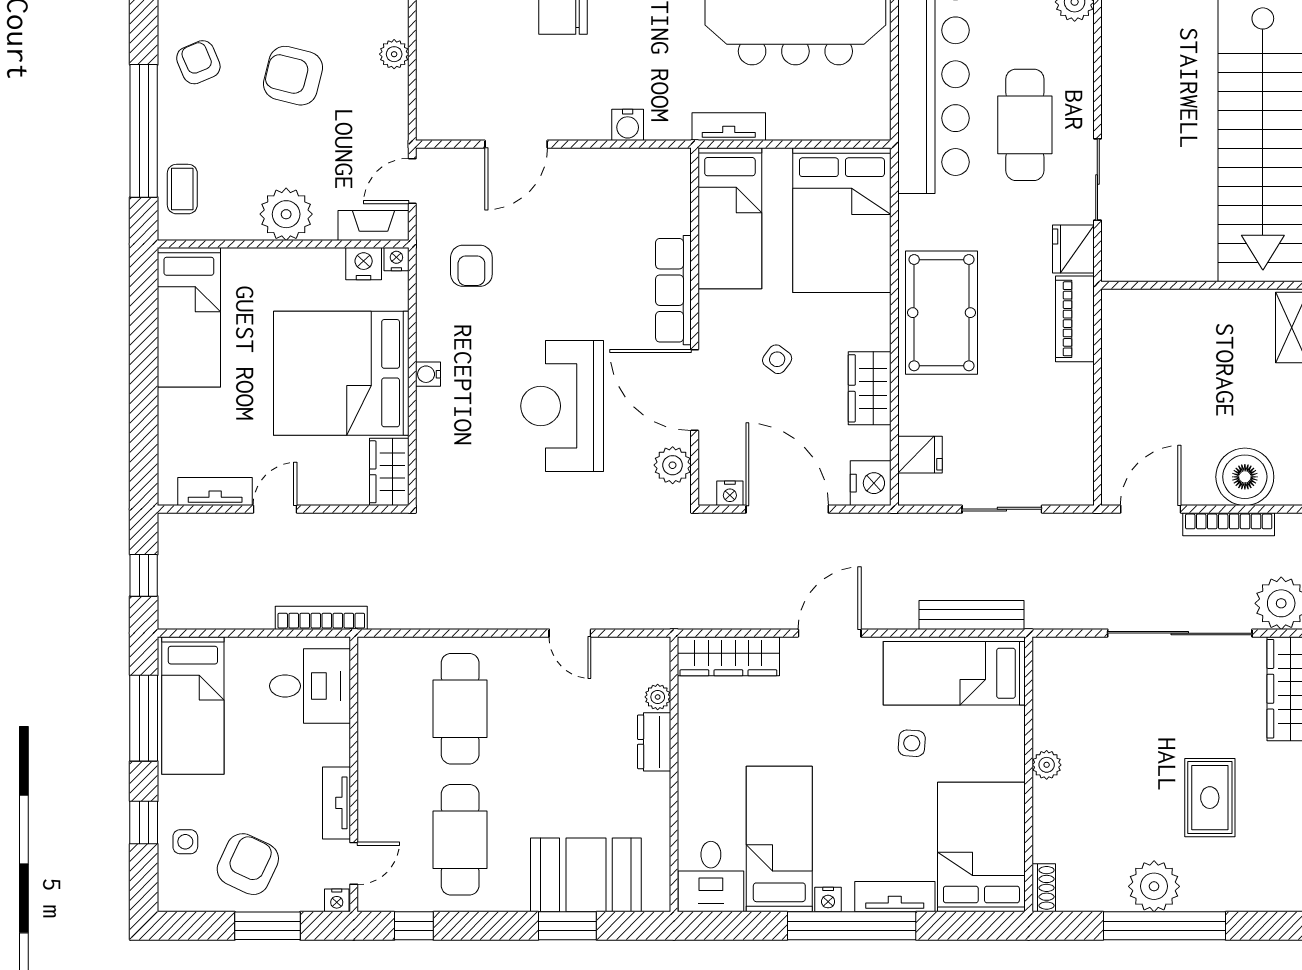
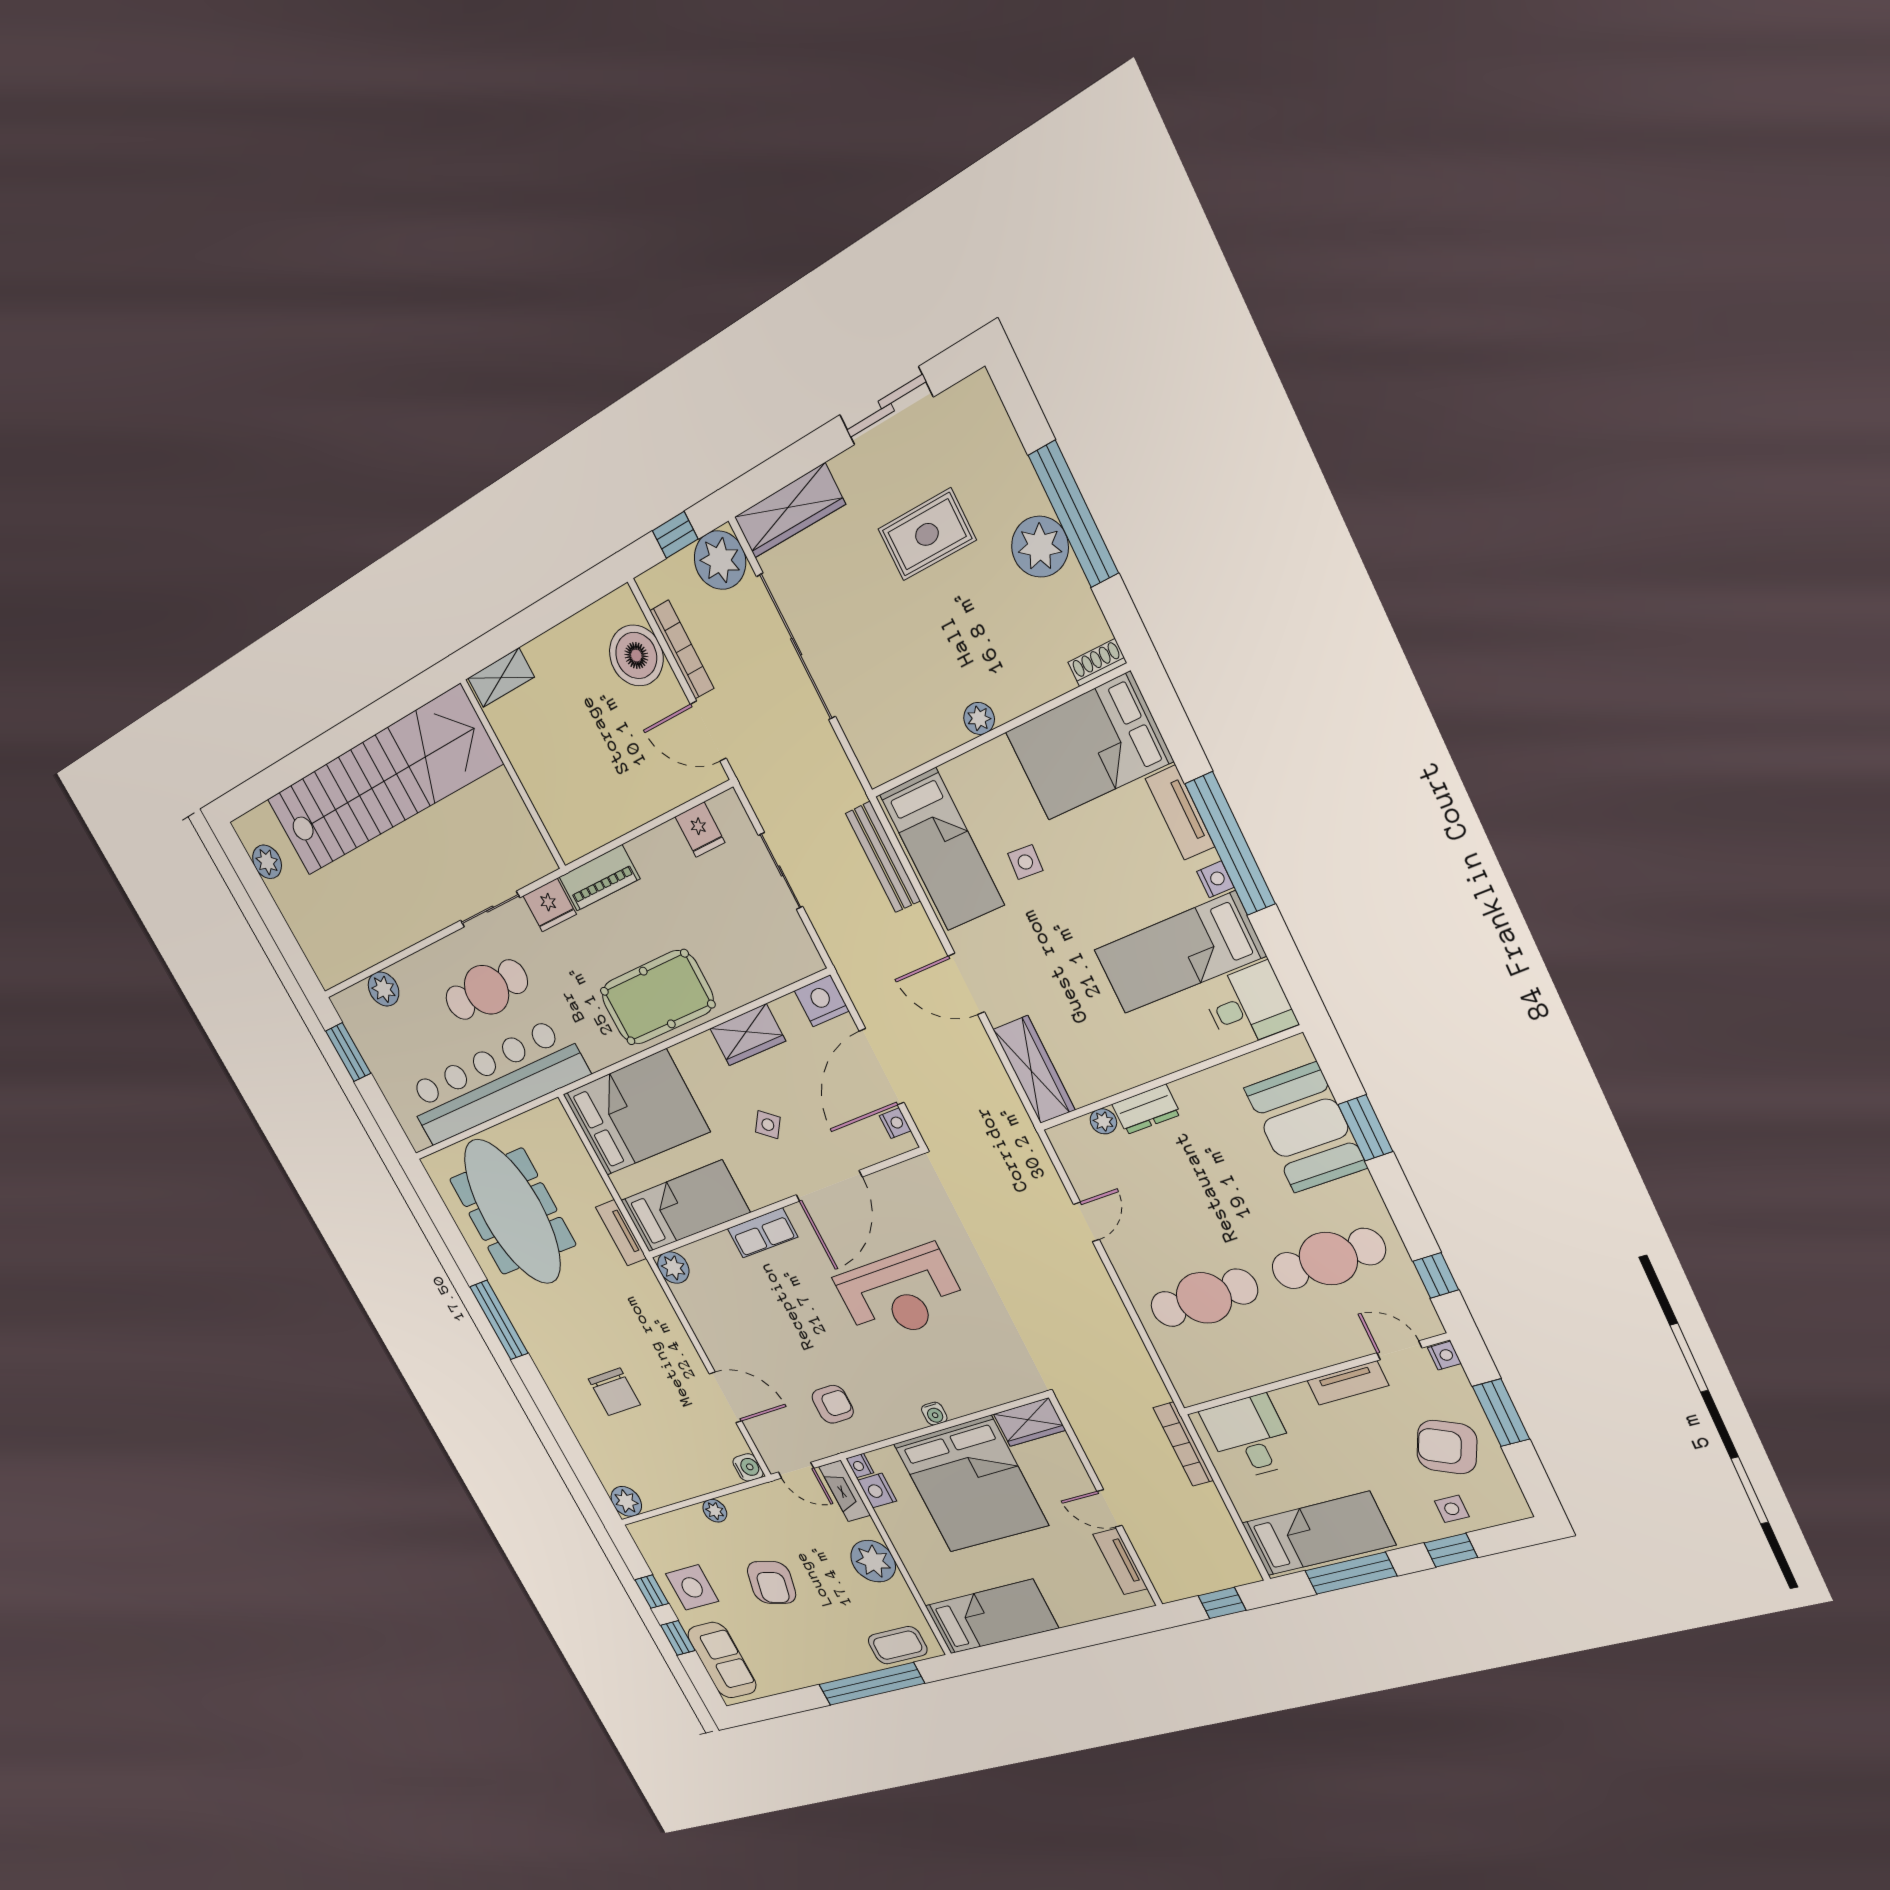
armchair: (198, 62) -> (801, 1655), removed
water cooler: (628, 125) -> (748, 1467), moved
coffee table: (182, 189) -> (898, 1645), width x1.36, depth x1.30
row of seats: (673, 290) -> (762, 1233), width x0.68
fridge: (920, 455) -> (700, 830), moved, turned 180
plant: (673, 465) -> (673, 1267), moved

